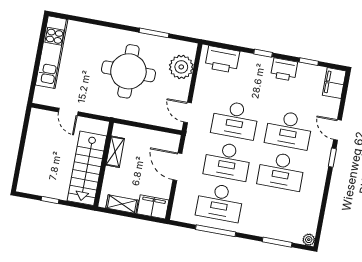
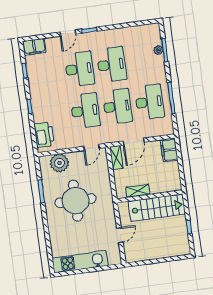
printer: (284, 69) -> (36, 87), removed
shelving: (122, 204) -> (116, 158), moved
plant: (309, 240) -> (158, 50), moved

